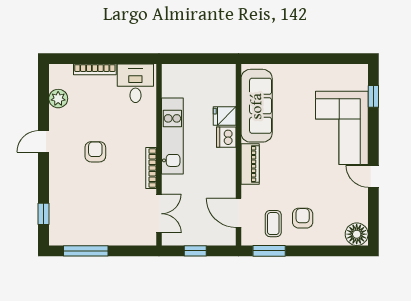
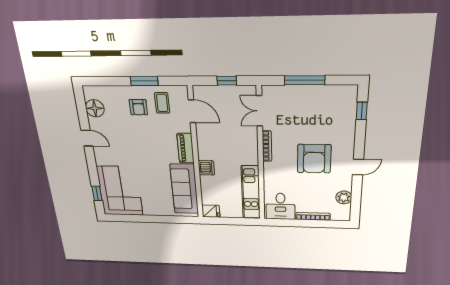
fridge: (225, 116) -> (211, 211), moved
corner sofa: (342, 128) -> (120, 191), moved
kitchen unit: (172, 136) -> (251, 192), moved
armchair: (95, 152) -> (314, 159), width x1.88, depth x1.88
floor lamp: (357, 234) -> (95, 108), moved
window: (86, 251) -> (305, 80), moved
window: (269, 251) -> (144, 81), moved

